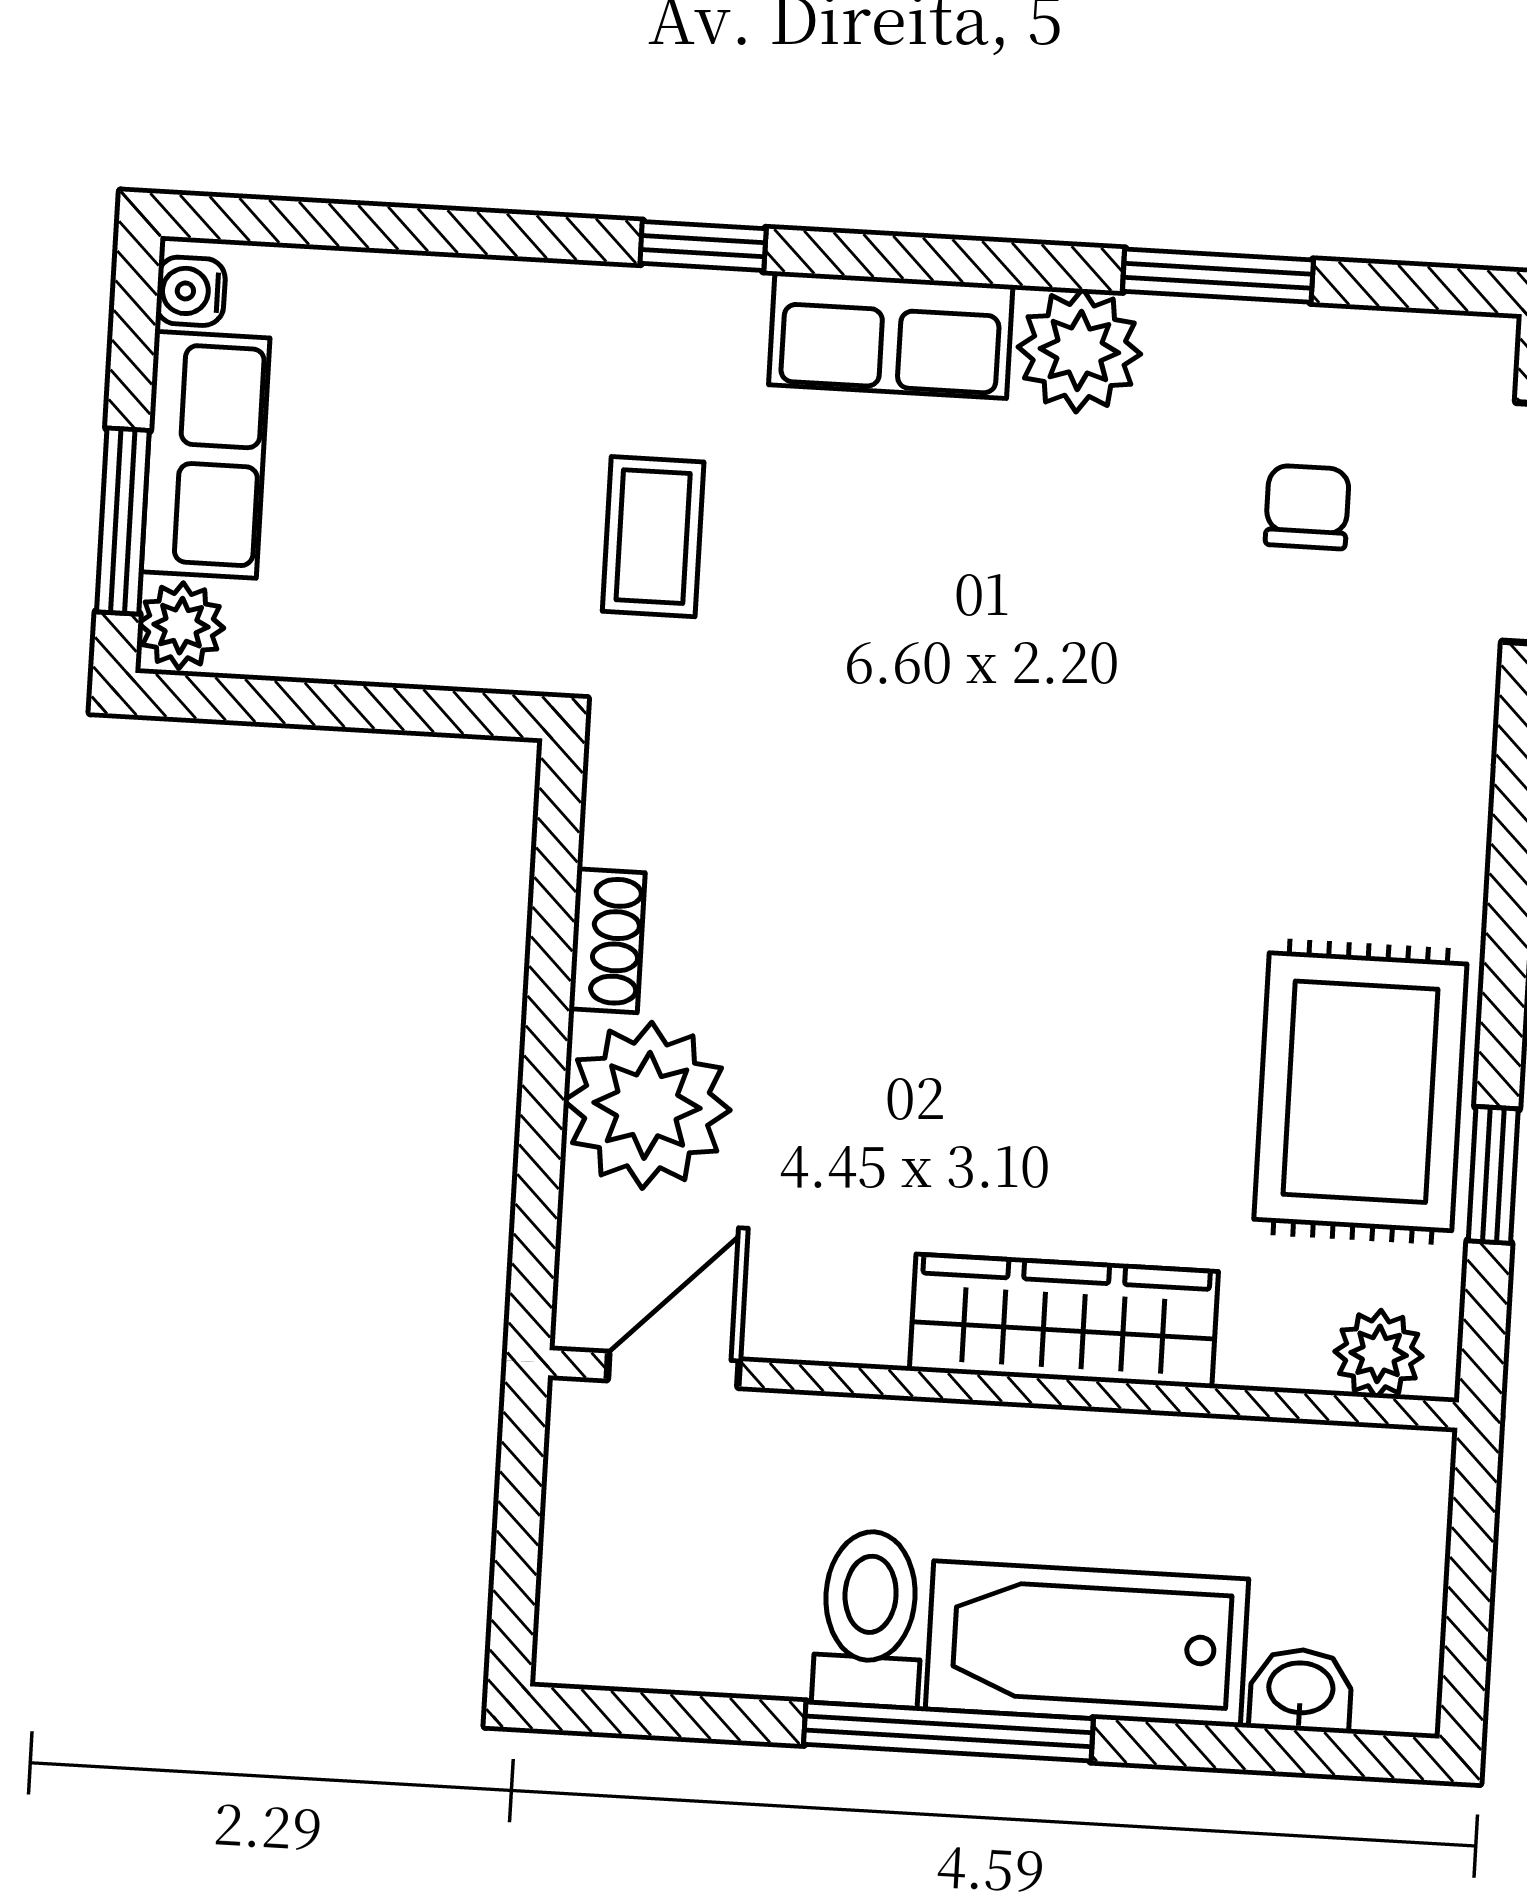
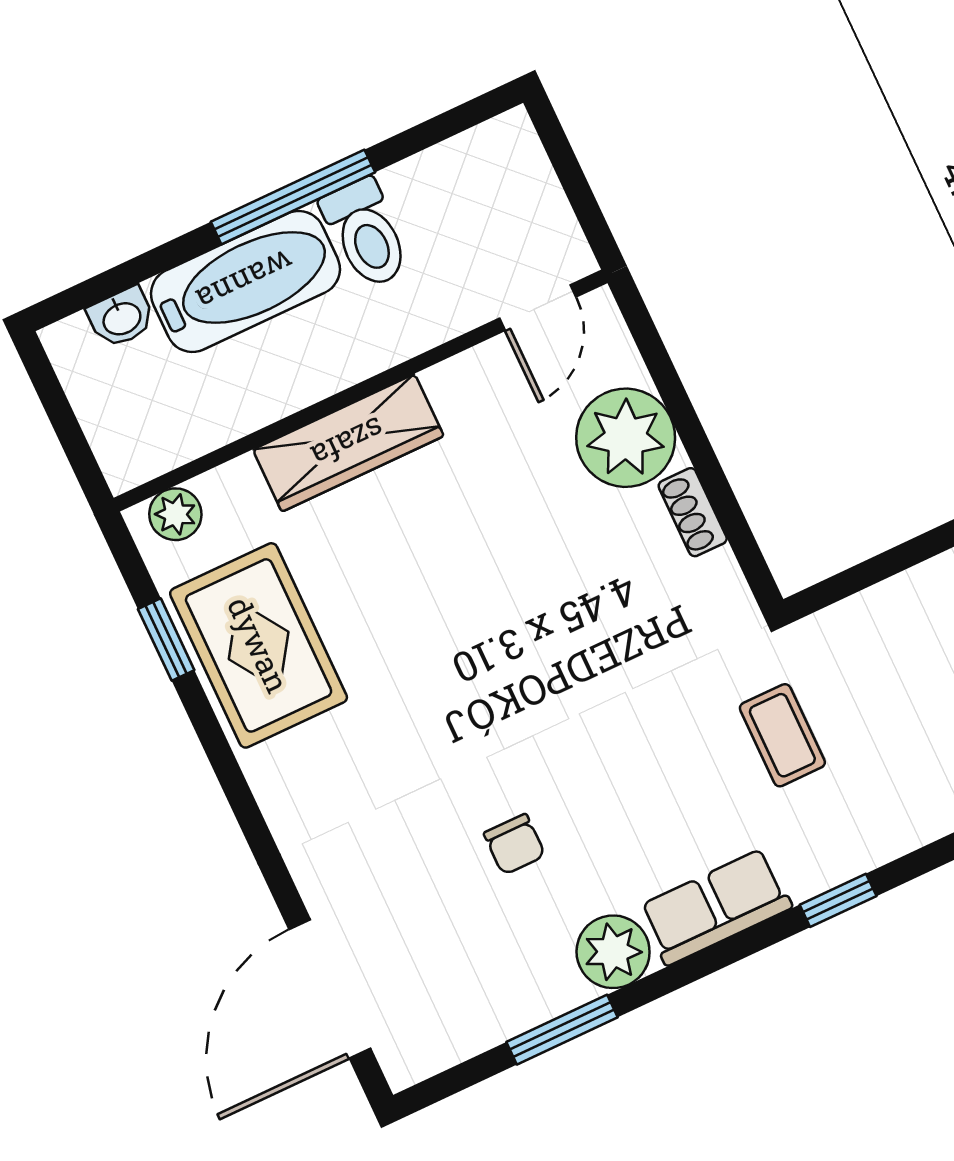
chair: (1307, 507) -> (514, 844), moved

